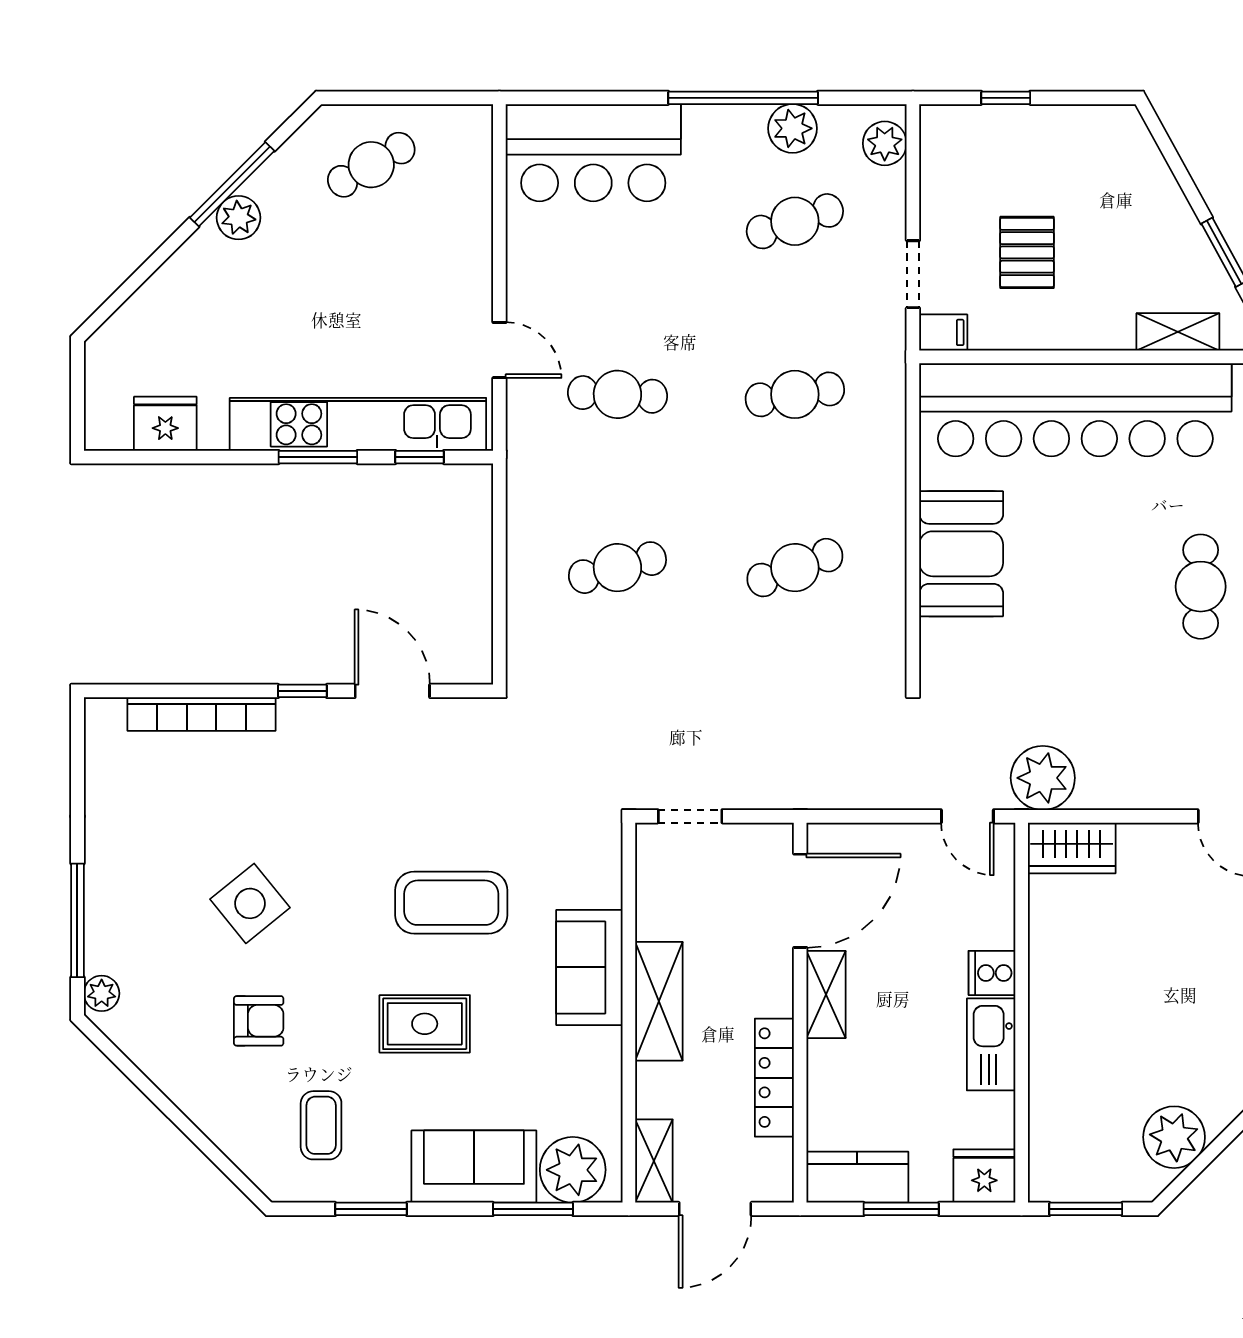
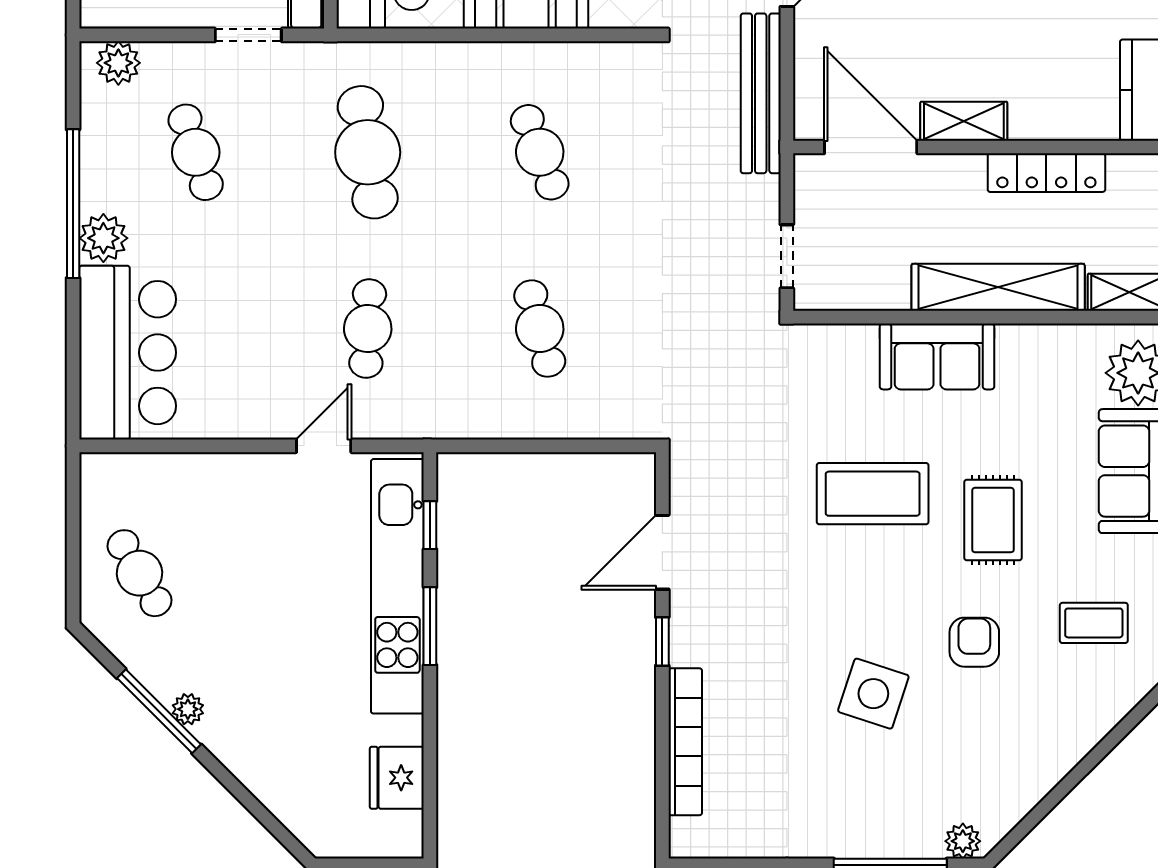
plant: (793, 128) -> (103, 238), moved
plant: (238, 218) -> (188, 709), width x0.73, depth x0.73
cafe table: (795, 394) -> (368, 152), width x1.37, depth x1.35
bench: (854, 790) -> (761, 93), added
side table: (250, 903) -> (873, 694), turned -33
coffee table: (451, 903) -> (873, 494), turned 90
shelving: (659, 1001) -> (998, 287), width x1.47
armchair: (259, 1021) -> (974, 642), moved

